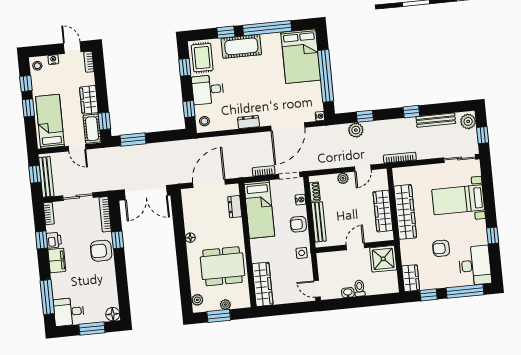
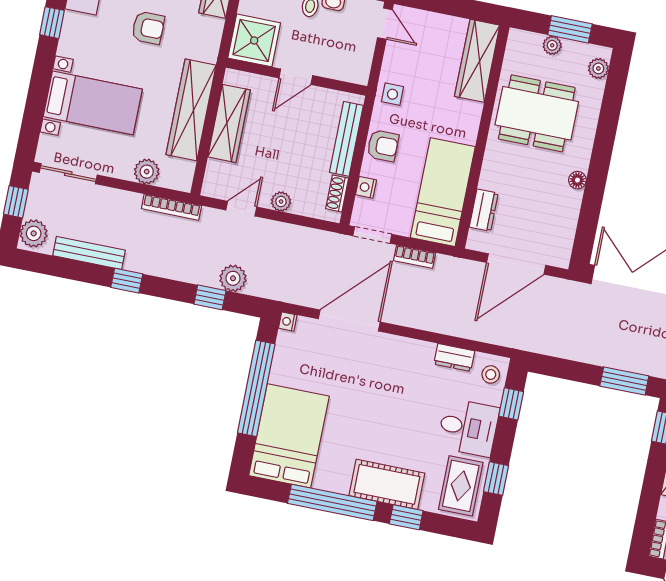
dresser: (249, 122) -> (454, 357), moved
plant: (419, 172) -> (147, 172), added

